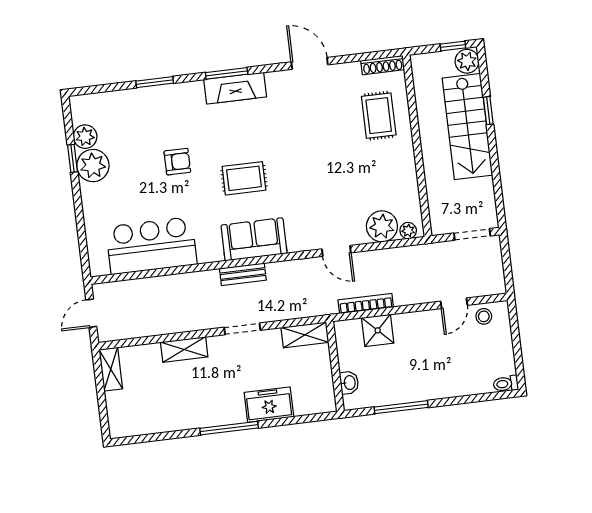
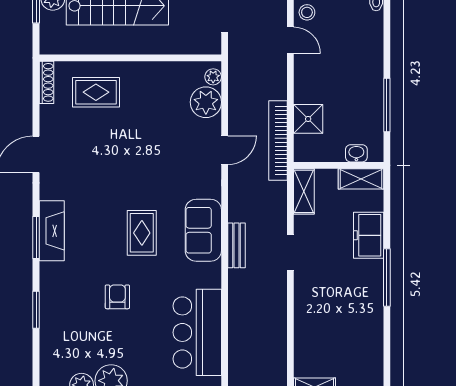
bookcase: (366, 304) -> (278, 140), width x1.48, depth x1.31
shelving: (184, 350) -> (361, 179), moved, turned 90

